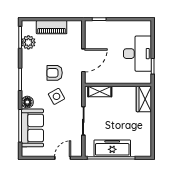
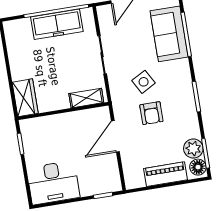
desk: (137, 54) -> (53, 183), moved, turned -90
armchair: (55, 73) -> (151, 113), turned 90
floor lamp: (27, 102) -> (198, 167), moved

